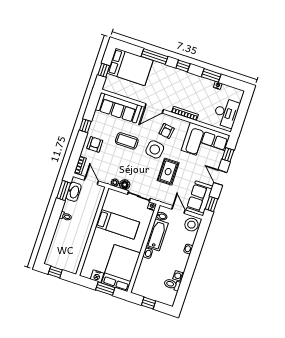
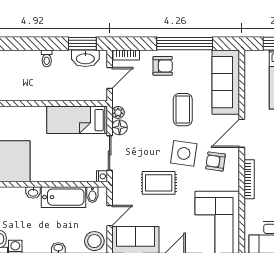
door: (154, 108) -> (242, 133), hinge flipped
window: (85, 126) -> (185, 44), width x3.17
bed: (118, 224) -> (77, 120), moved, turned 90

